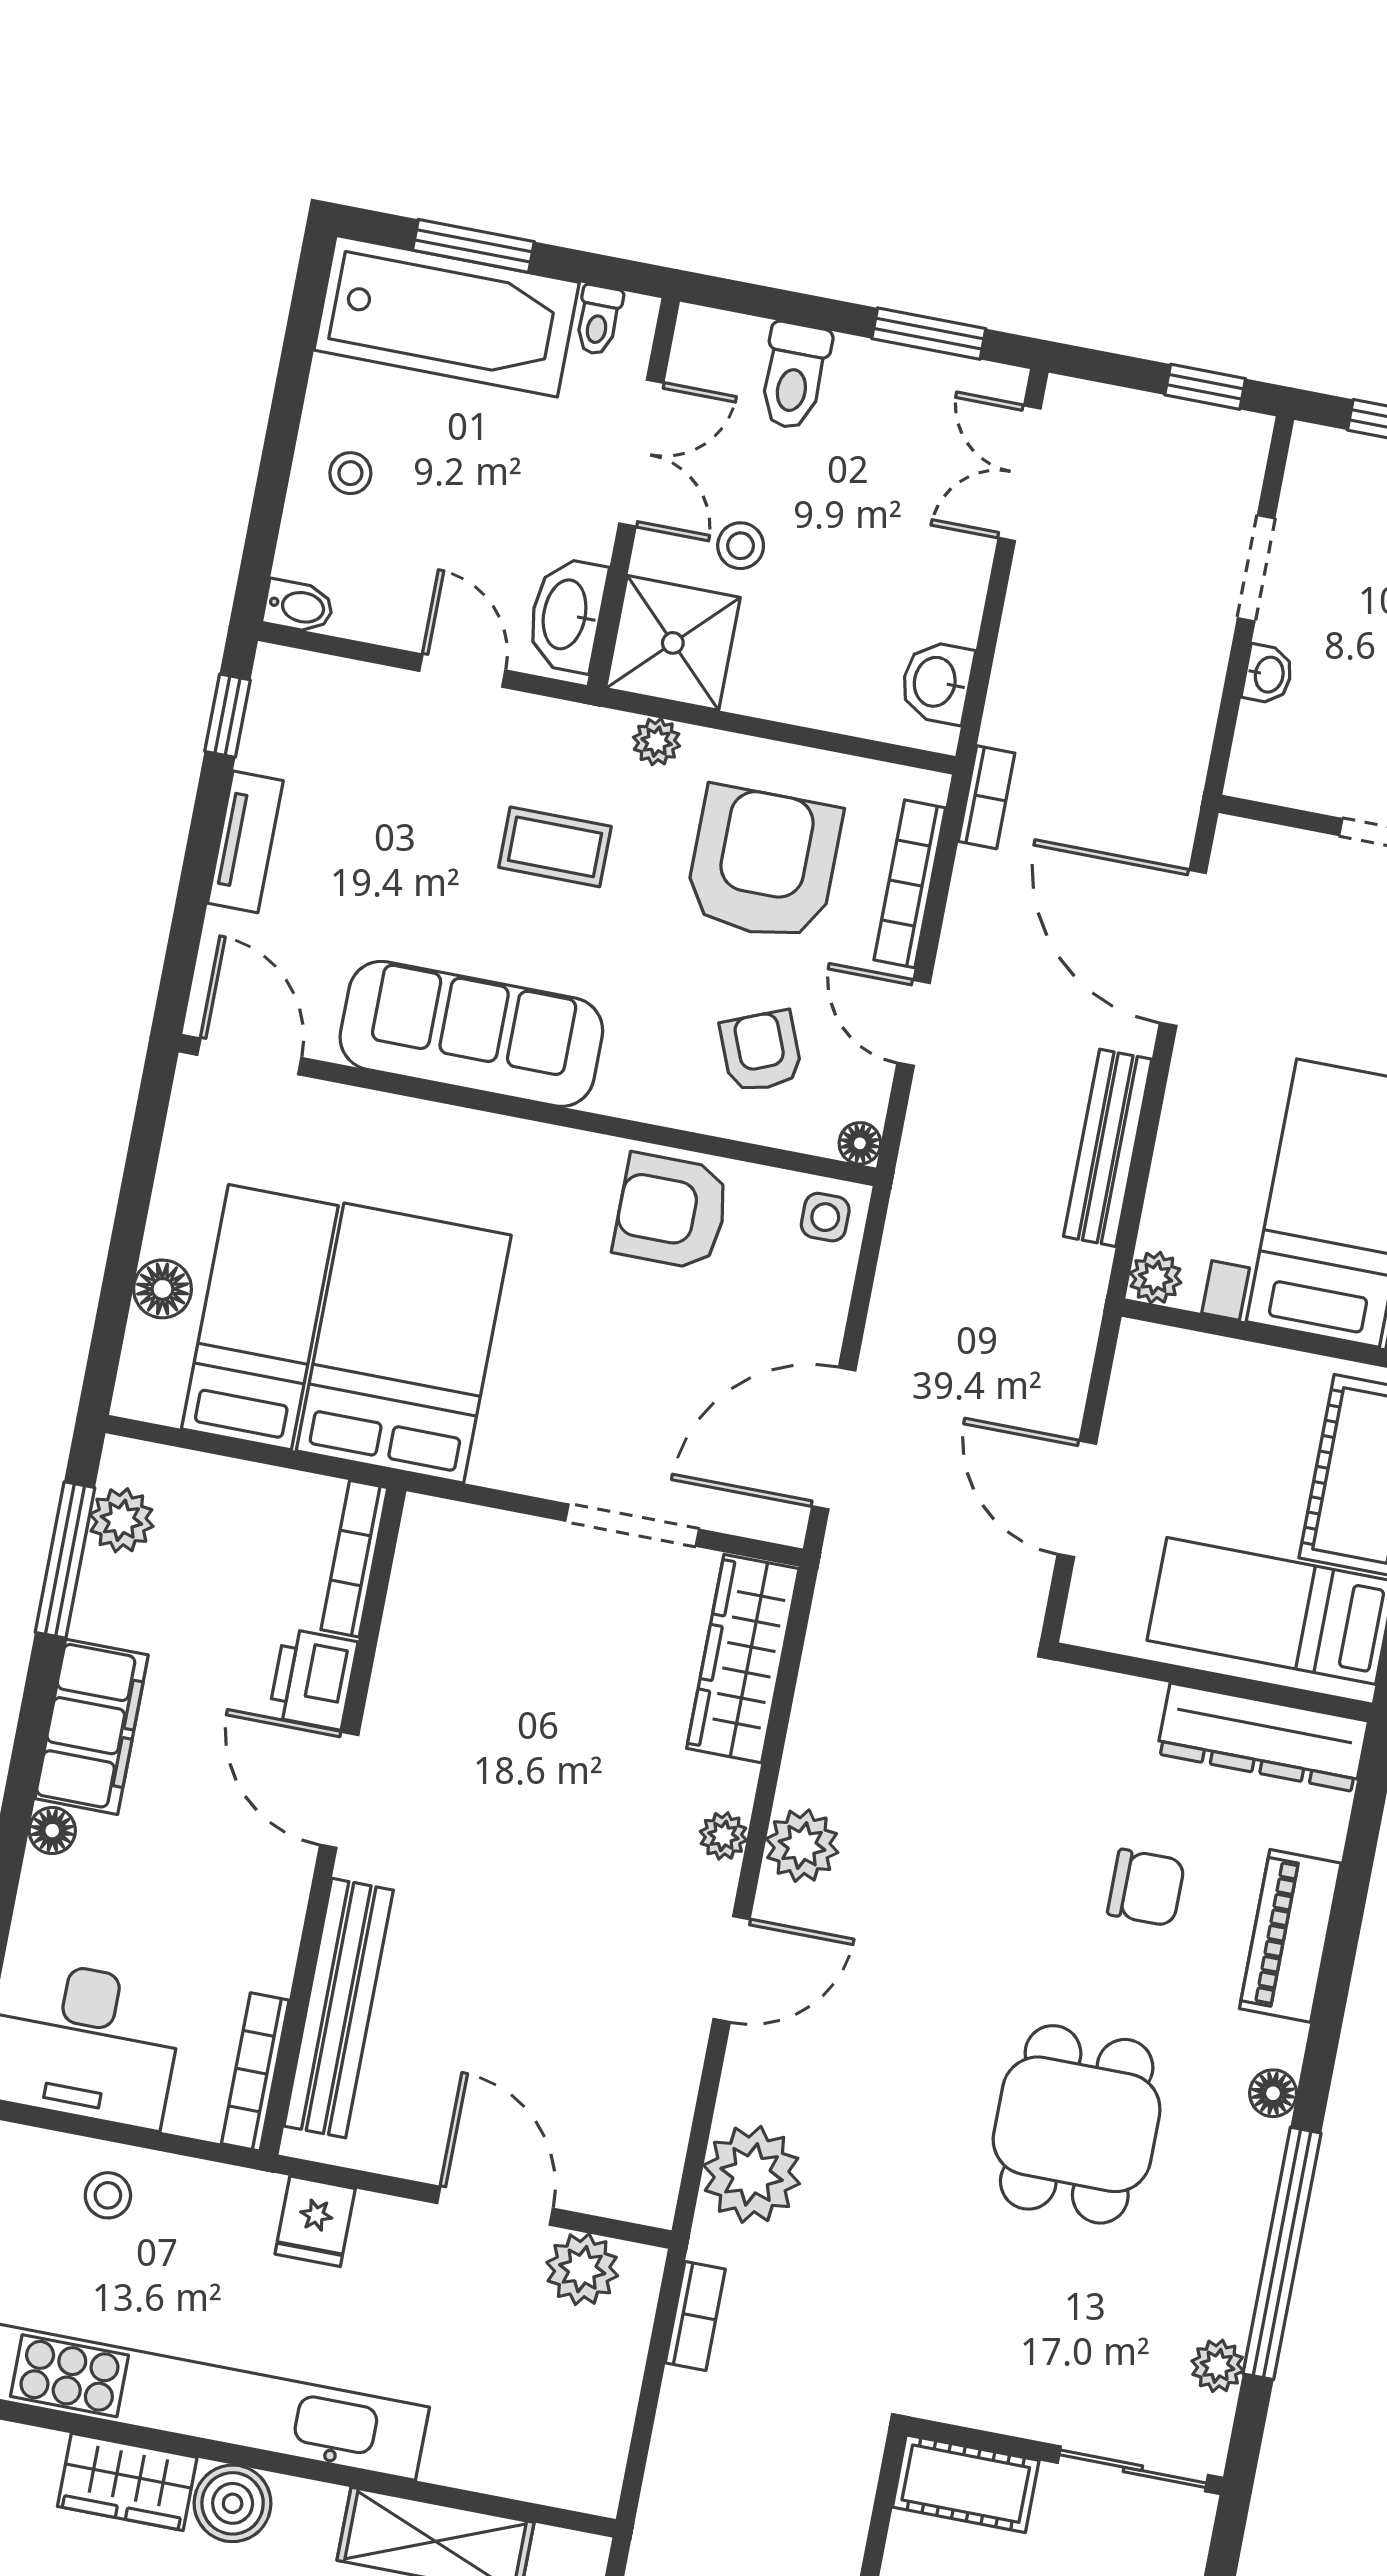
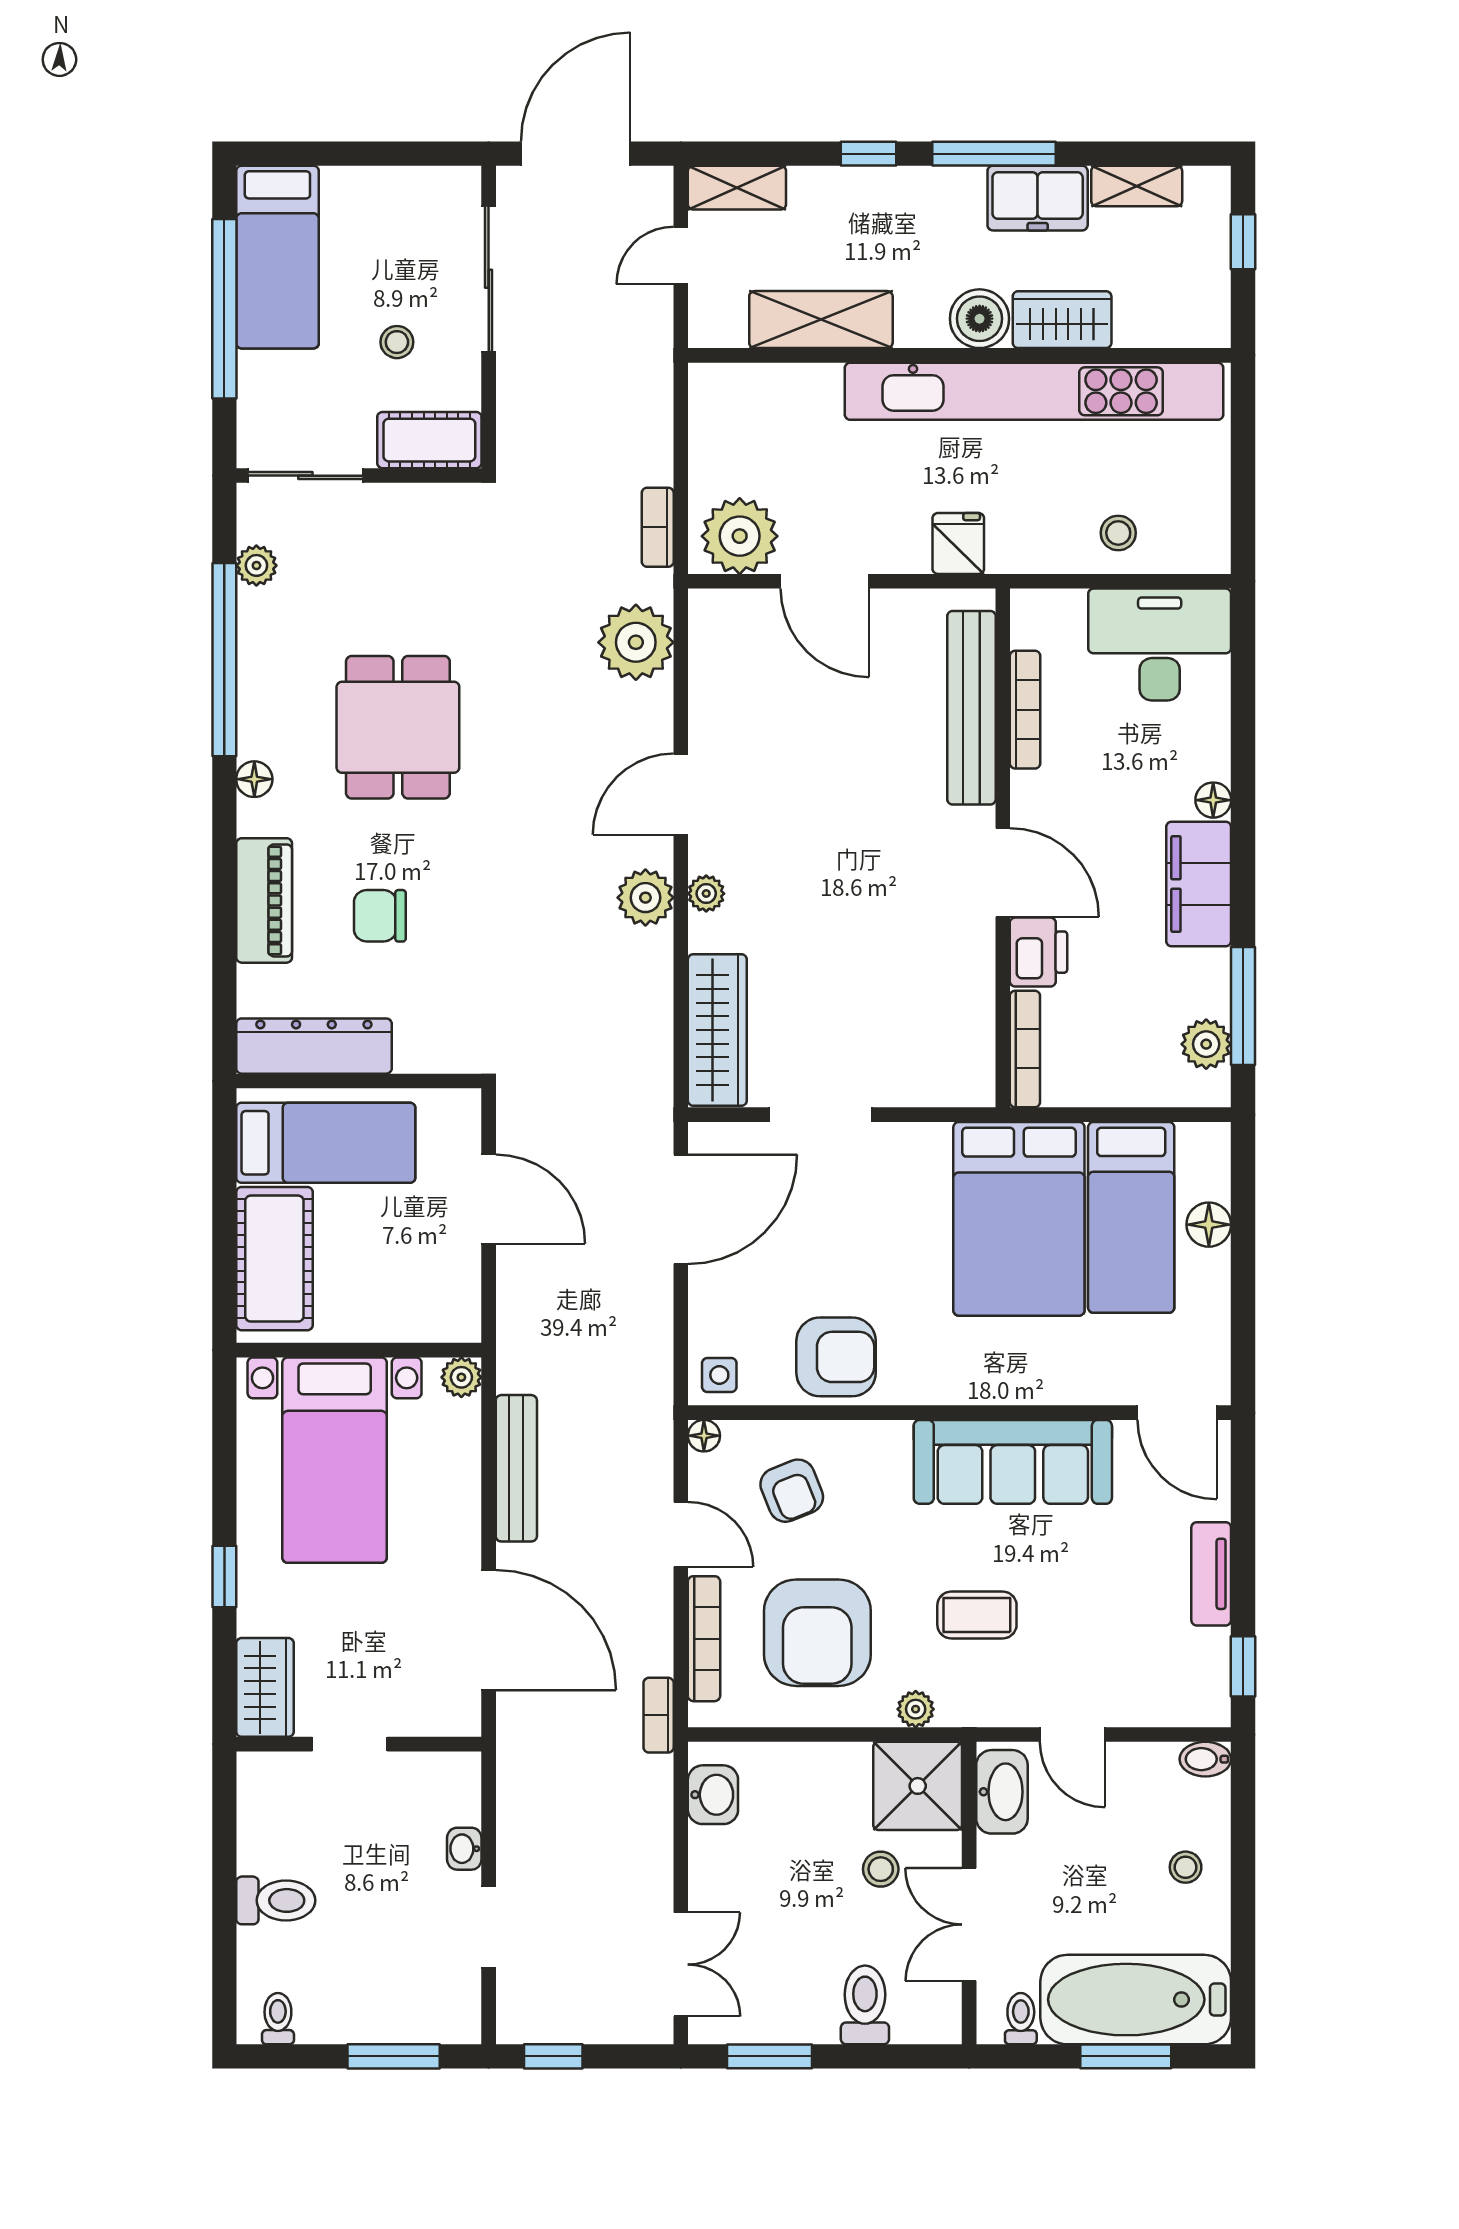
bookcase: (255, 2072) -> (1025, 710), moved
plant: (582, 2269) -> (740, 536), width x1.36, depth x1.36

